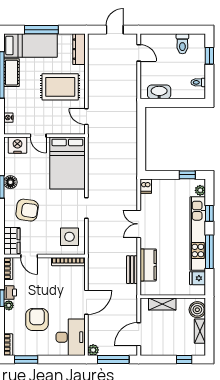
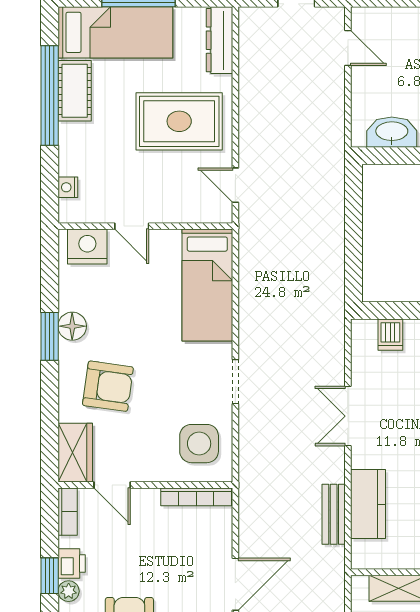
bed: (67, 163) -> (207, 285), width x0.67
dishwasher: (146, 186) -> (390, 335), moved

